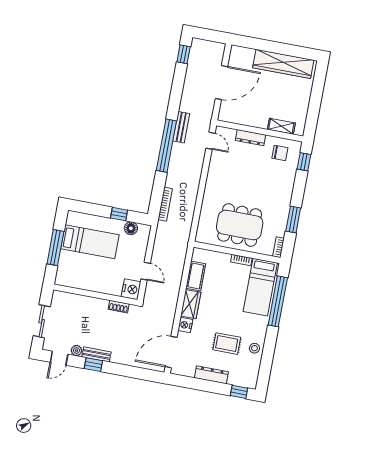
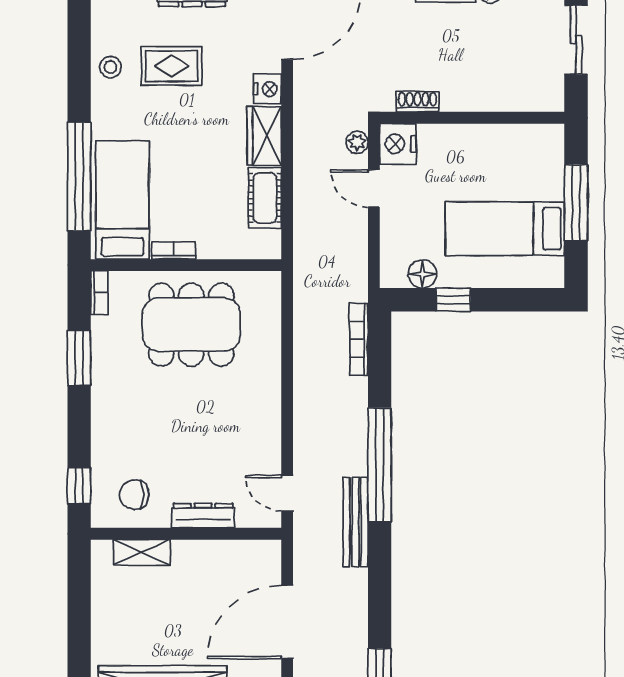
bench: (181, 127) -> (355, 522), width x1.36
plant: (149, 293) -> (357, 142), added

